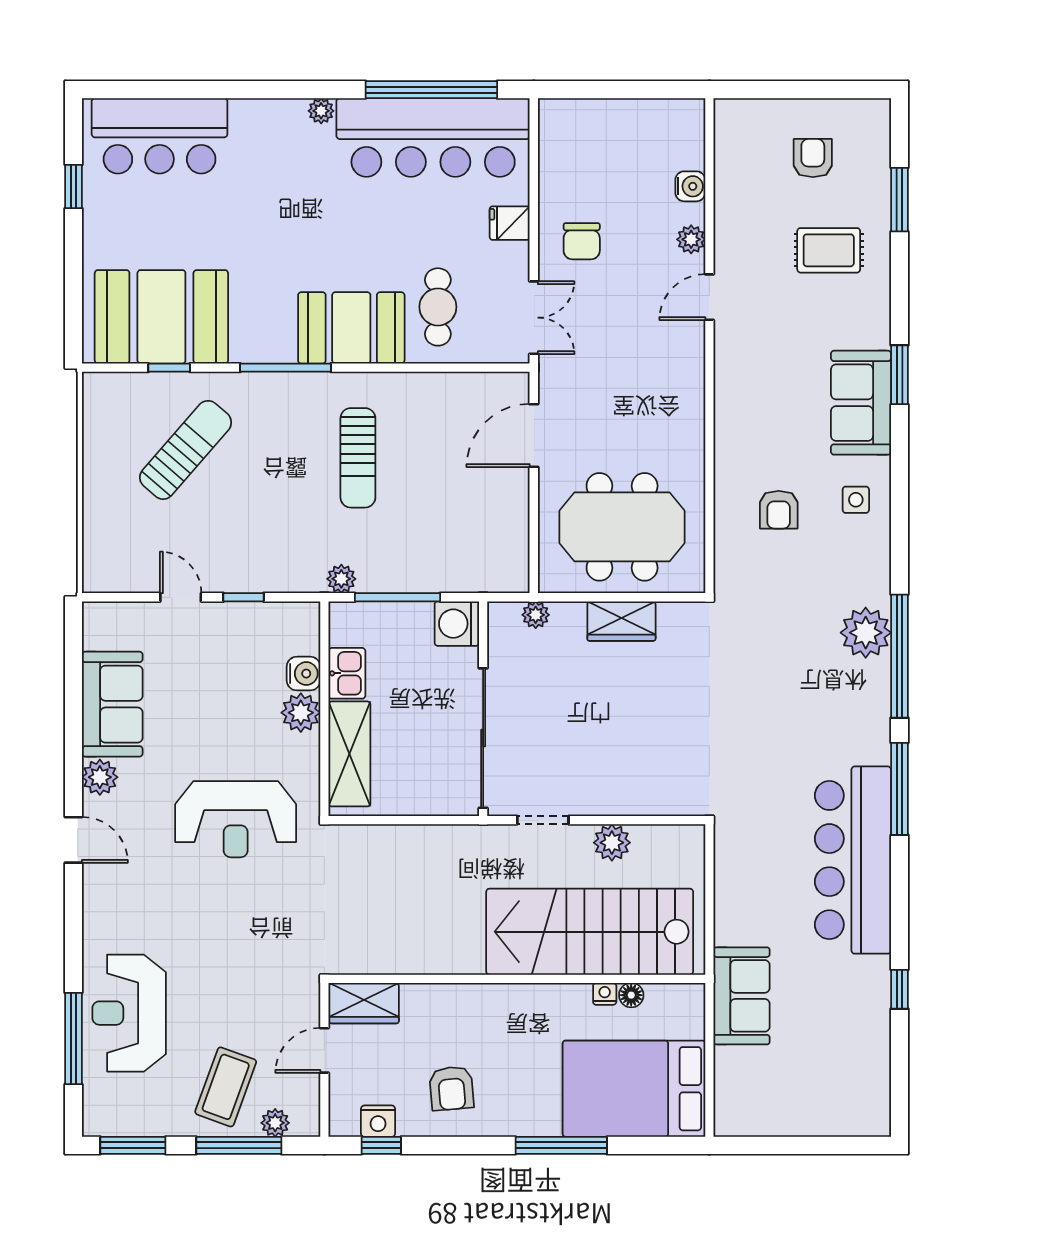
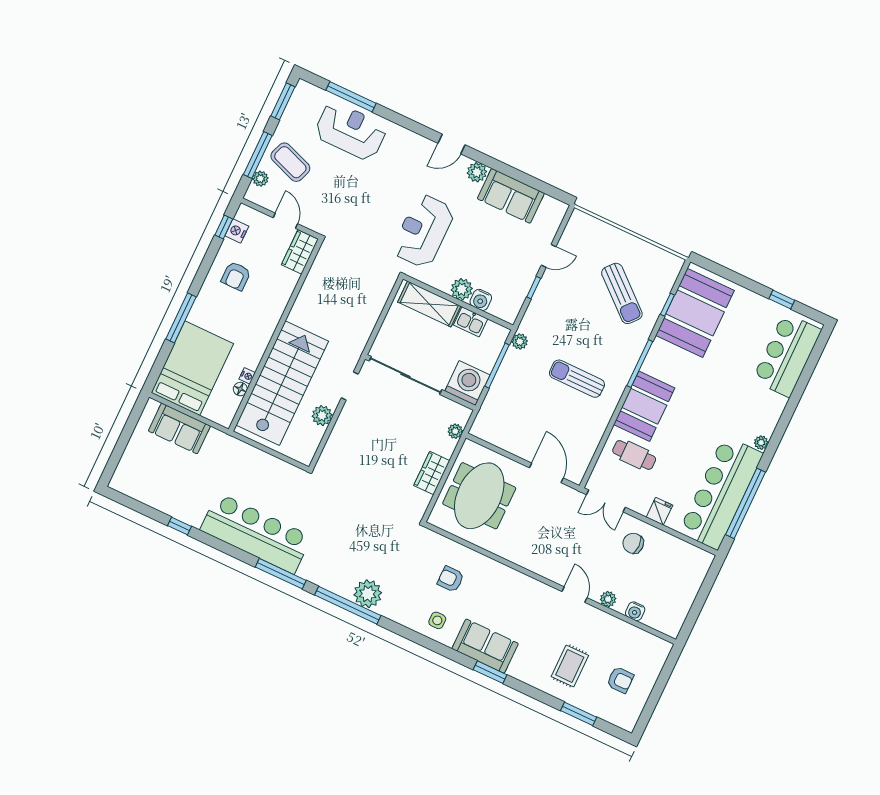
washing machine: (457, 624) -> (467, 383), width x1.37, depth x1.37
sofa: (742, 996) -> (179, 428), moved
armchair: (451, 1088) -> (236, 276), turned -85

